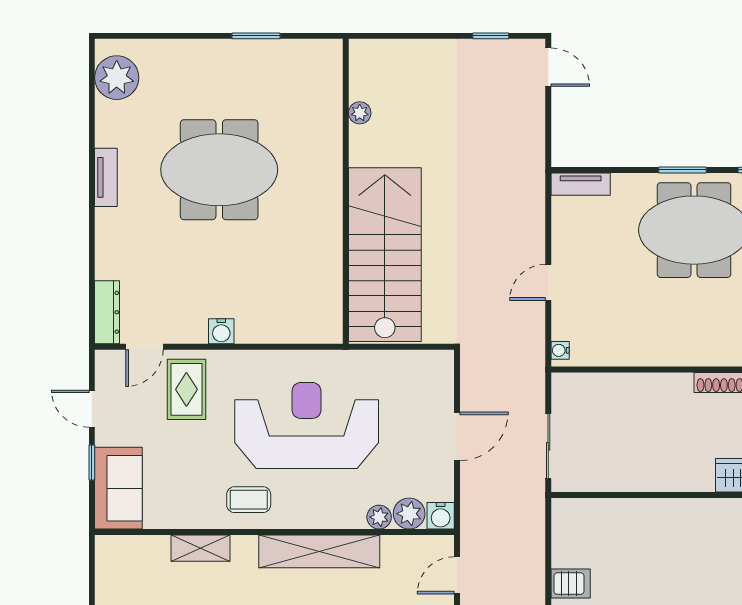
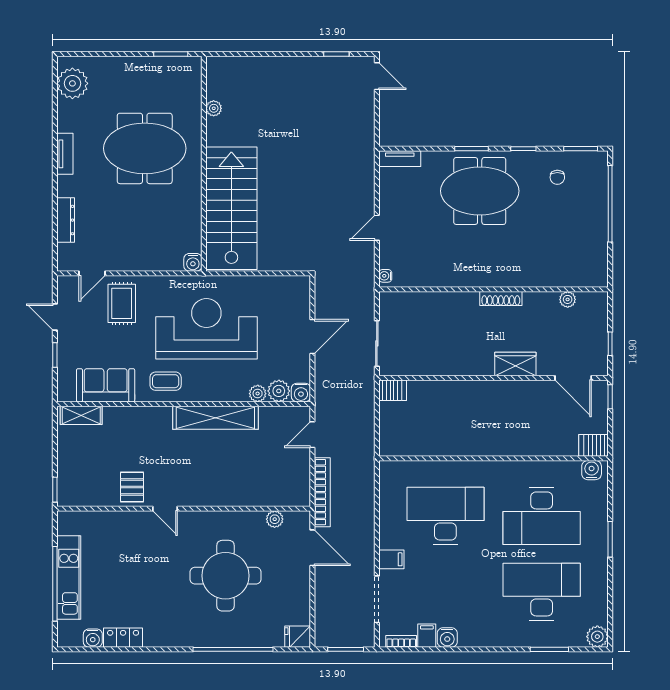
plant: (360, 113) -> (214, 108), moved
wall: (346, 191) -> (204, 164), moved
stairs: (385, 255) -> (231, 208), moved
dresser: (107, 312) -> (66, 220), moved
water cooler: (221, 331) -> (193, 262), moved
sofa: (118, 488) -> (106, 385), moved, turned -90
shelving: (200, 548) -> (81, 415), moved
server rack: (571, 584) -> (393, 390), moved

